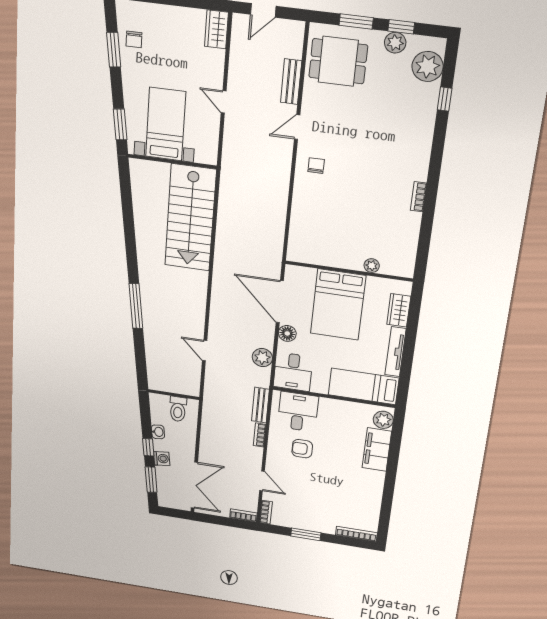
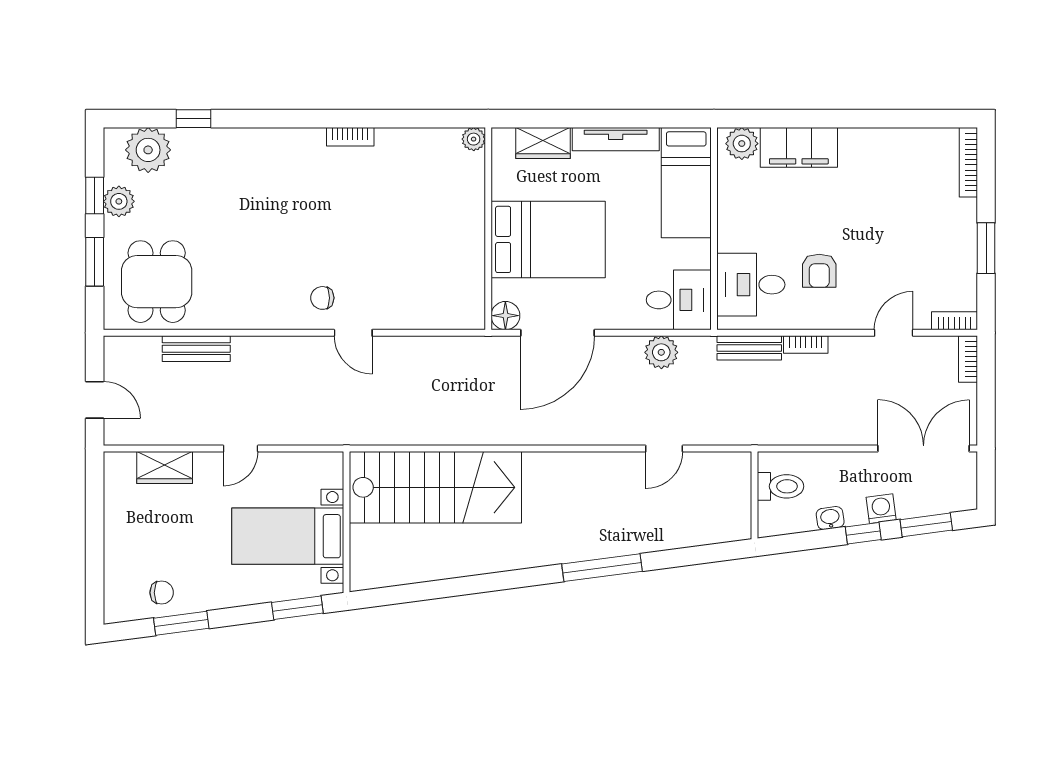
wardrobe: (216, 29) -> (165, 468), moved
door: (297, 127) -> (353, 333), moved
plant: (372, 266) -> (474, 139), moved
floor lamp: (287, 333) -> (505, 316), moved

